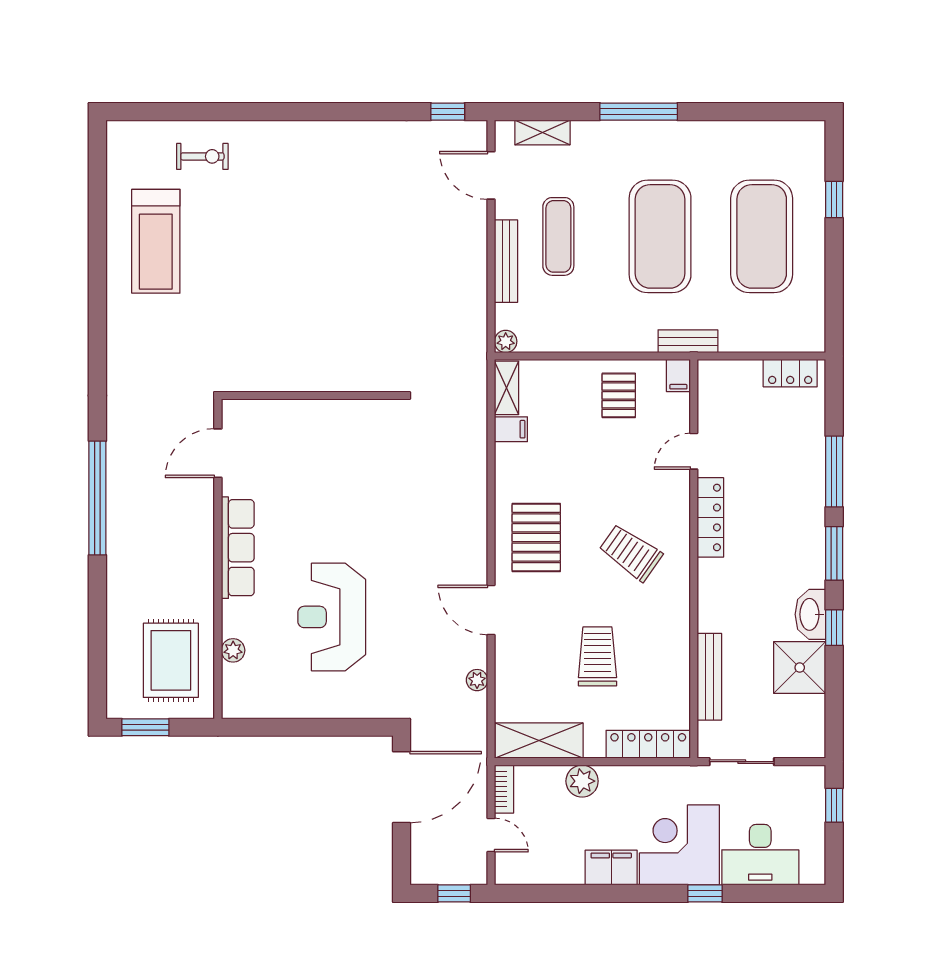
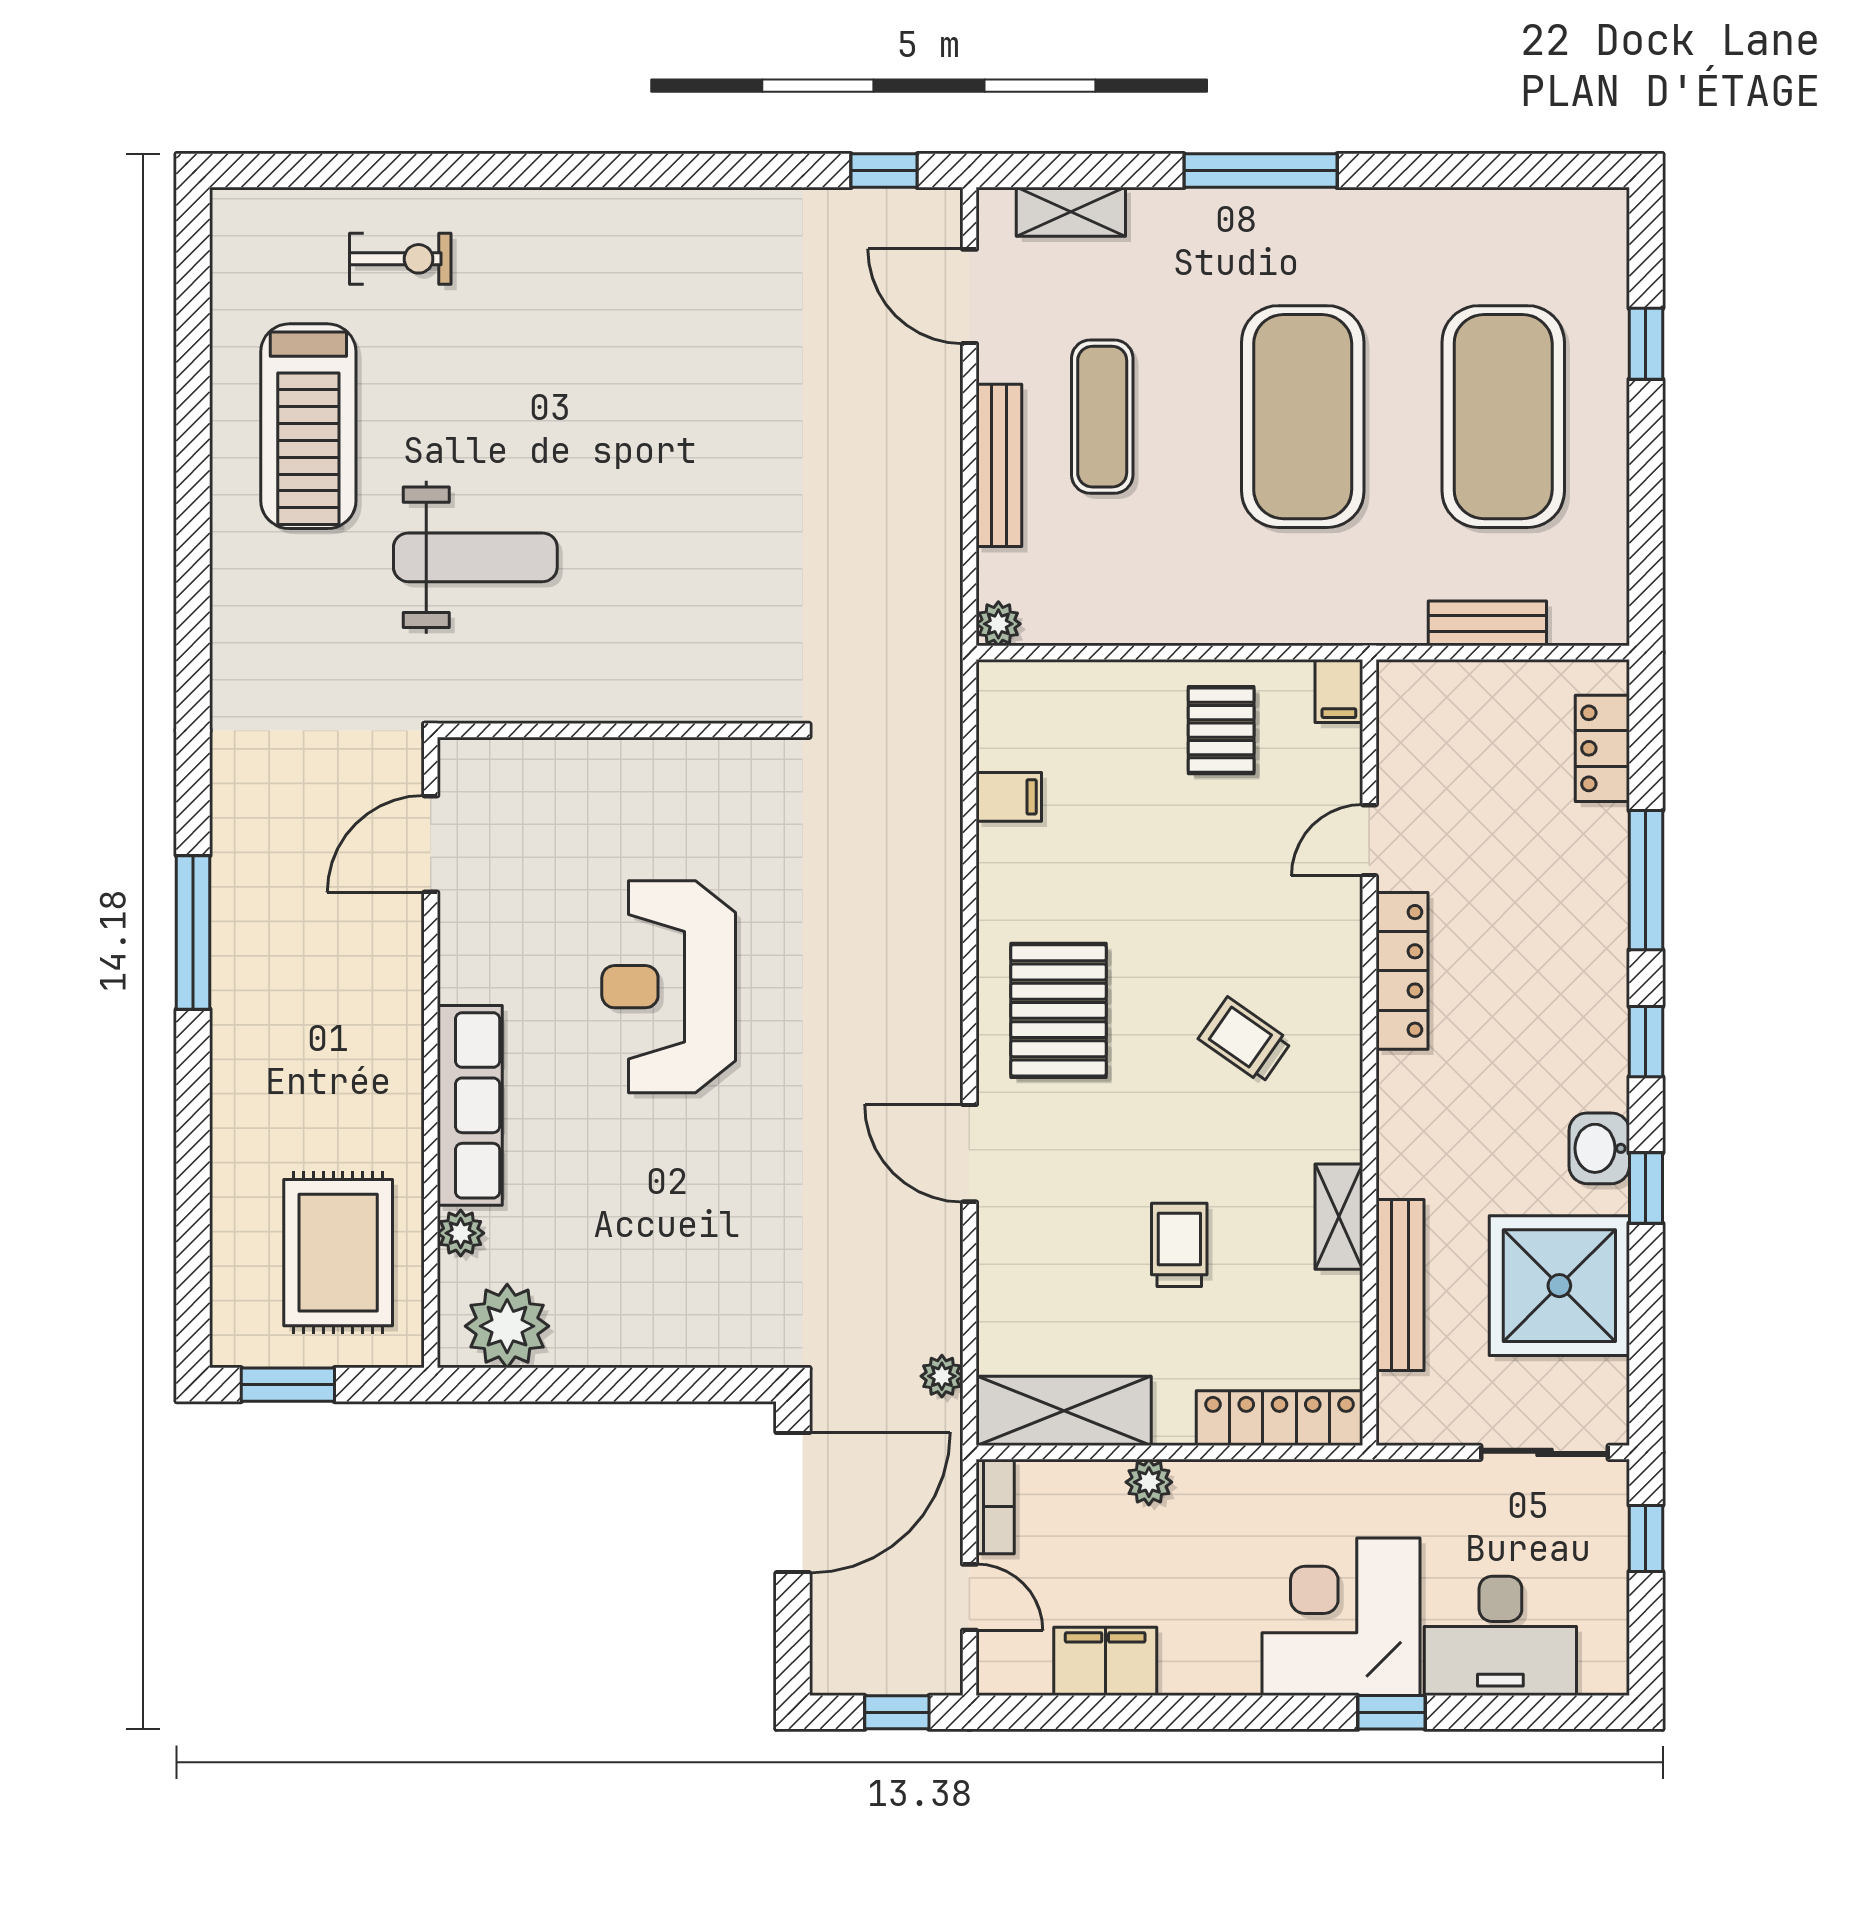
weight bench: (240, 308) -> (475, 557), added
bench: (688, 341) -> (1487, 623), moved
locker: (790, 373) -> (1602, 748), moved, turned 90
shelving: (506, 388) -> (1339, 1217), moved
window: (97, 498) -> (193, 932), width x0.68
row of seats: (238, 548) -> (470, 1105), moved
trolley: (631, 553) -> (1245, 1040), width x0.73, depth x0.72
window: (834, 553) -> (1646, 1042), width x0.67
washbasin: (810, 614) -> (1599, 1148), width x0.72
reception desk: (332, 617) -> (669, 987), moved
trolley: (597, 656) -> (1179, 1245), width x0.73, depth x0.72
shower: (800, 668) -> (1559, 1286), width x1.37, depth x1.37
plant: (477, 680) -> (942, 1376), moved
plant: (257, 698) -> (507, 1326), added
sliding door: (742, 762) -> (1544, 1452), moved
plant: (582, 781) -> (1149, 1482), width x0.73, depth x0.73
filing cabinet: (611, 868) -> (1105, 1661), moved

